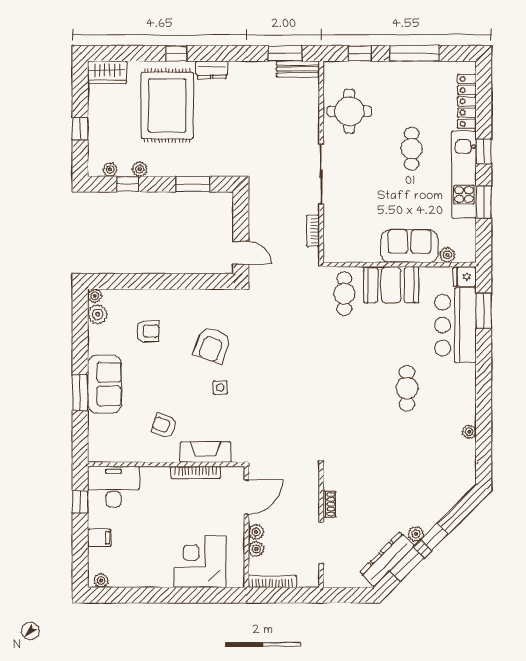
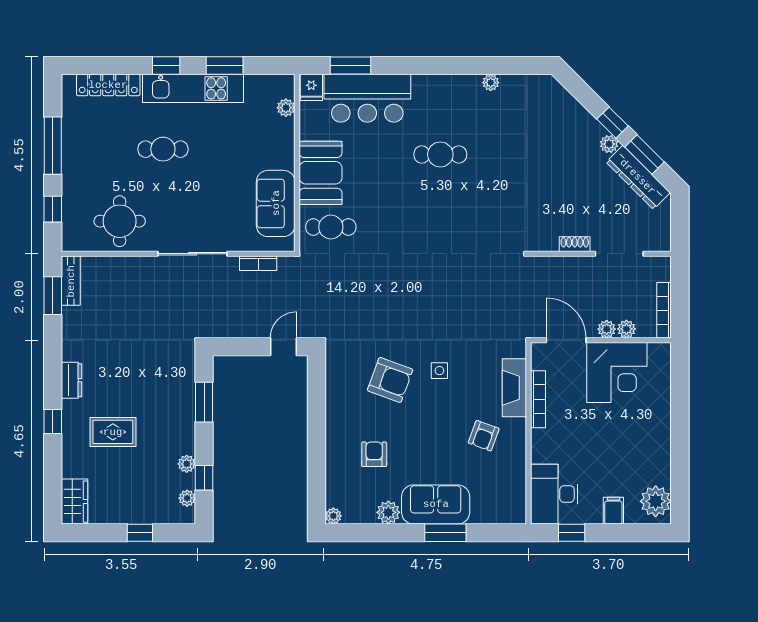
rug: (167, 105) -> (113, 432), width x0.54, depth x0.49
sofa: (409, 246) -> (276, 203), moved
plant: (98, 314) -> (388, 512), moved
corner desk: (200, 562) -> (617, 372), moved, turned -90
plant: (101, 580) -> (656, 501), width x1.88, depth x1.88

